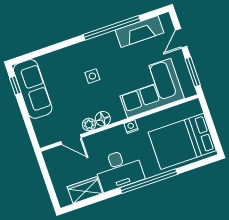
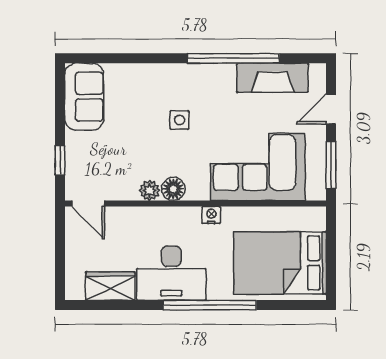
window: (15, 85) -> (60, 160), moved
sofa: (33, 89) -> (84, 97), width x0.73
door: (71, 139) -> (88, 204), moved

